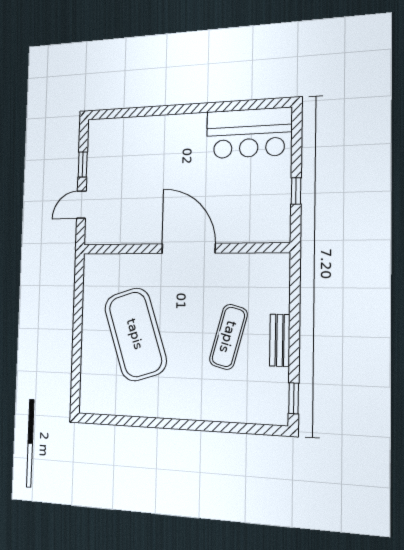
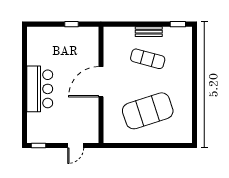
bar counter: (249, 133) -> (40, 89), moved
window: (83, 165) -> (39, 146), moved
door: (81, 205) -> (76, 146), hinge flipped

